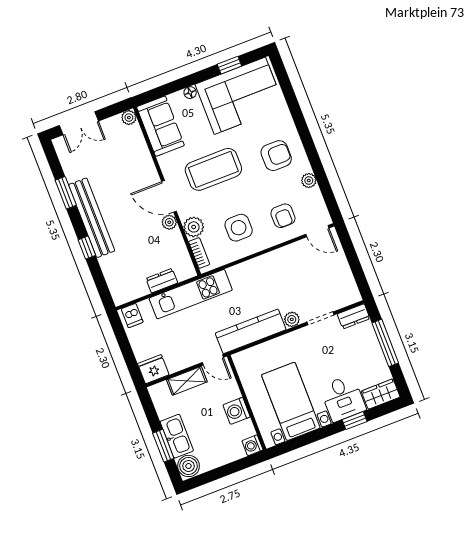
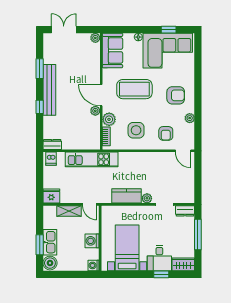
double door: (79, 123) -> (64, 30), swing flipped
dresser: (162, 281) -> (52, 144), moved
kitchen counter: (251, 331) -> (126, 196), width x0.67

